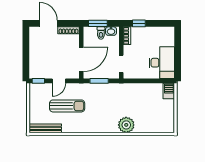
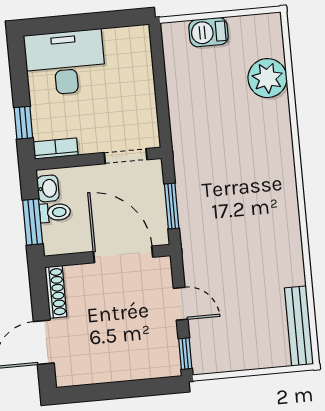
desk: (162, 63) -> (65, 63), moved
barbecue: (169, 91) -> (208, 32), moved
sun lounger: (67, 106) -> (240, 278), removed
plant: (126, 125) -> (267, 78), moved

